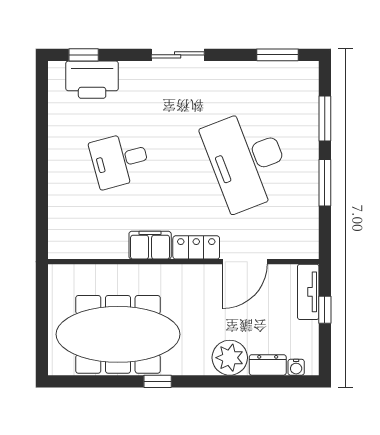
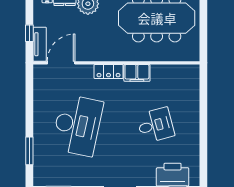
desk: (247, 160) -> (77, 125), turned 33
window: (325, 183) -> (29, 111), removed
door: (245, 262) -> (61, 63), moved

